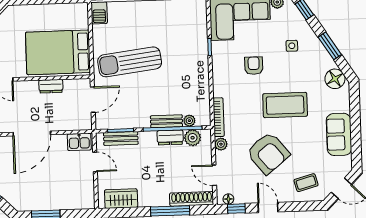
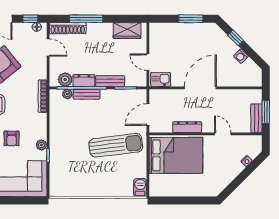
dresser: (51, 86) -> (187, 127), width x1.44
bench: (121, 138) -> (110, 81), moved
plant: (221, 144) -> (41, 145), moved

